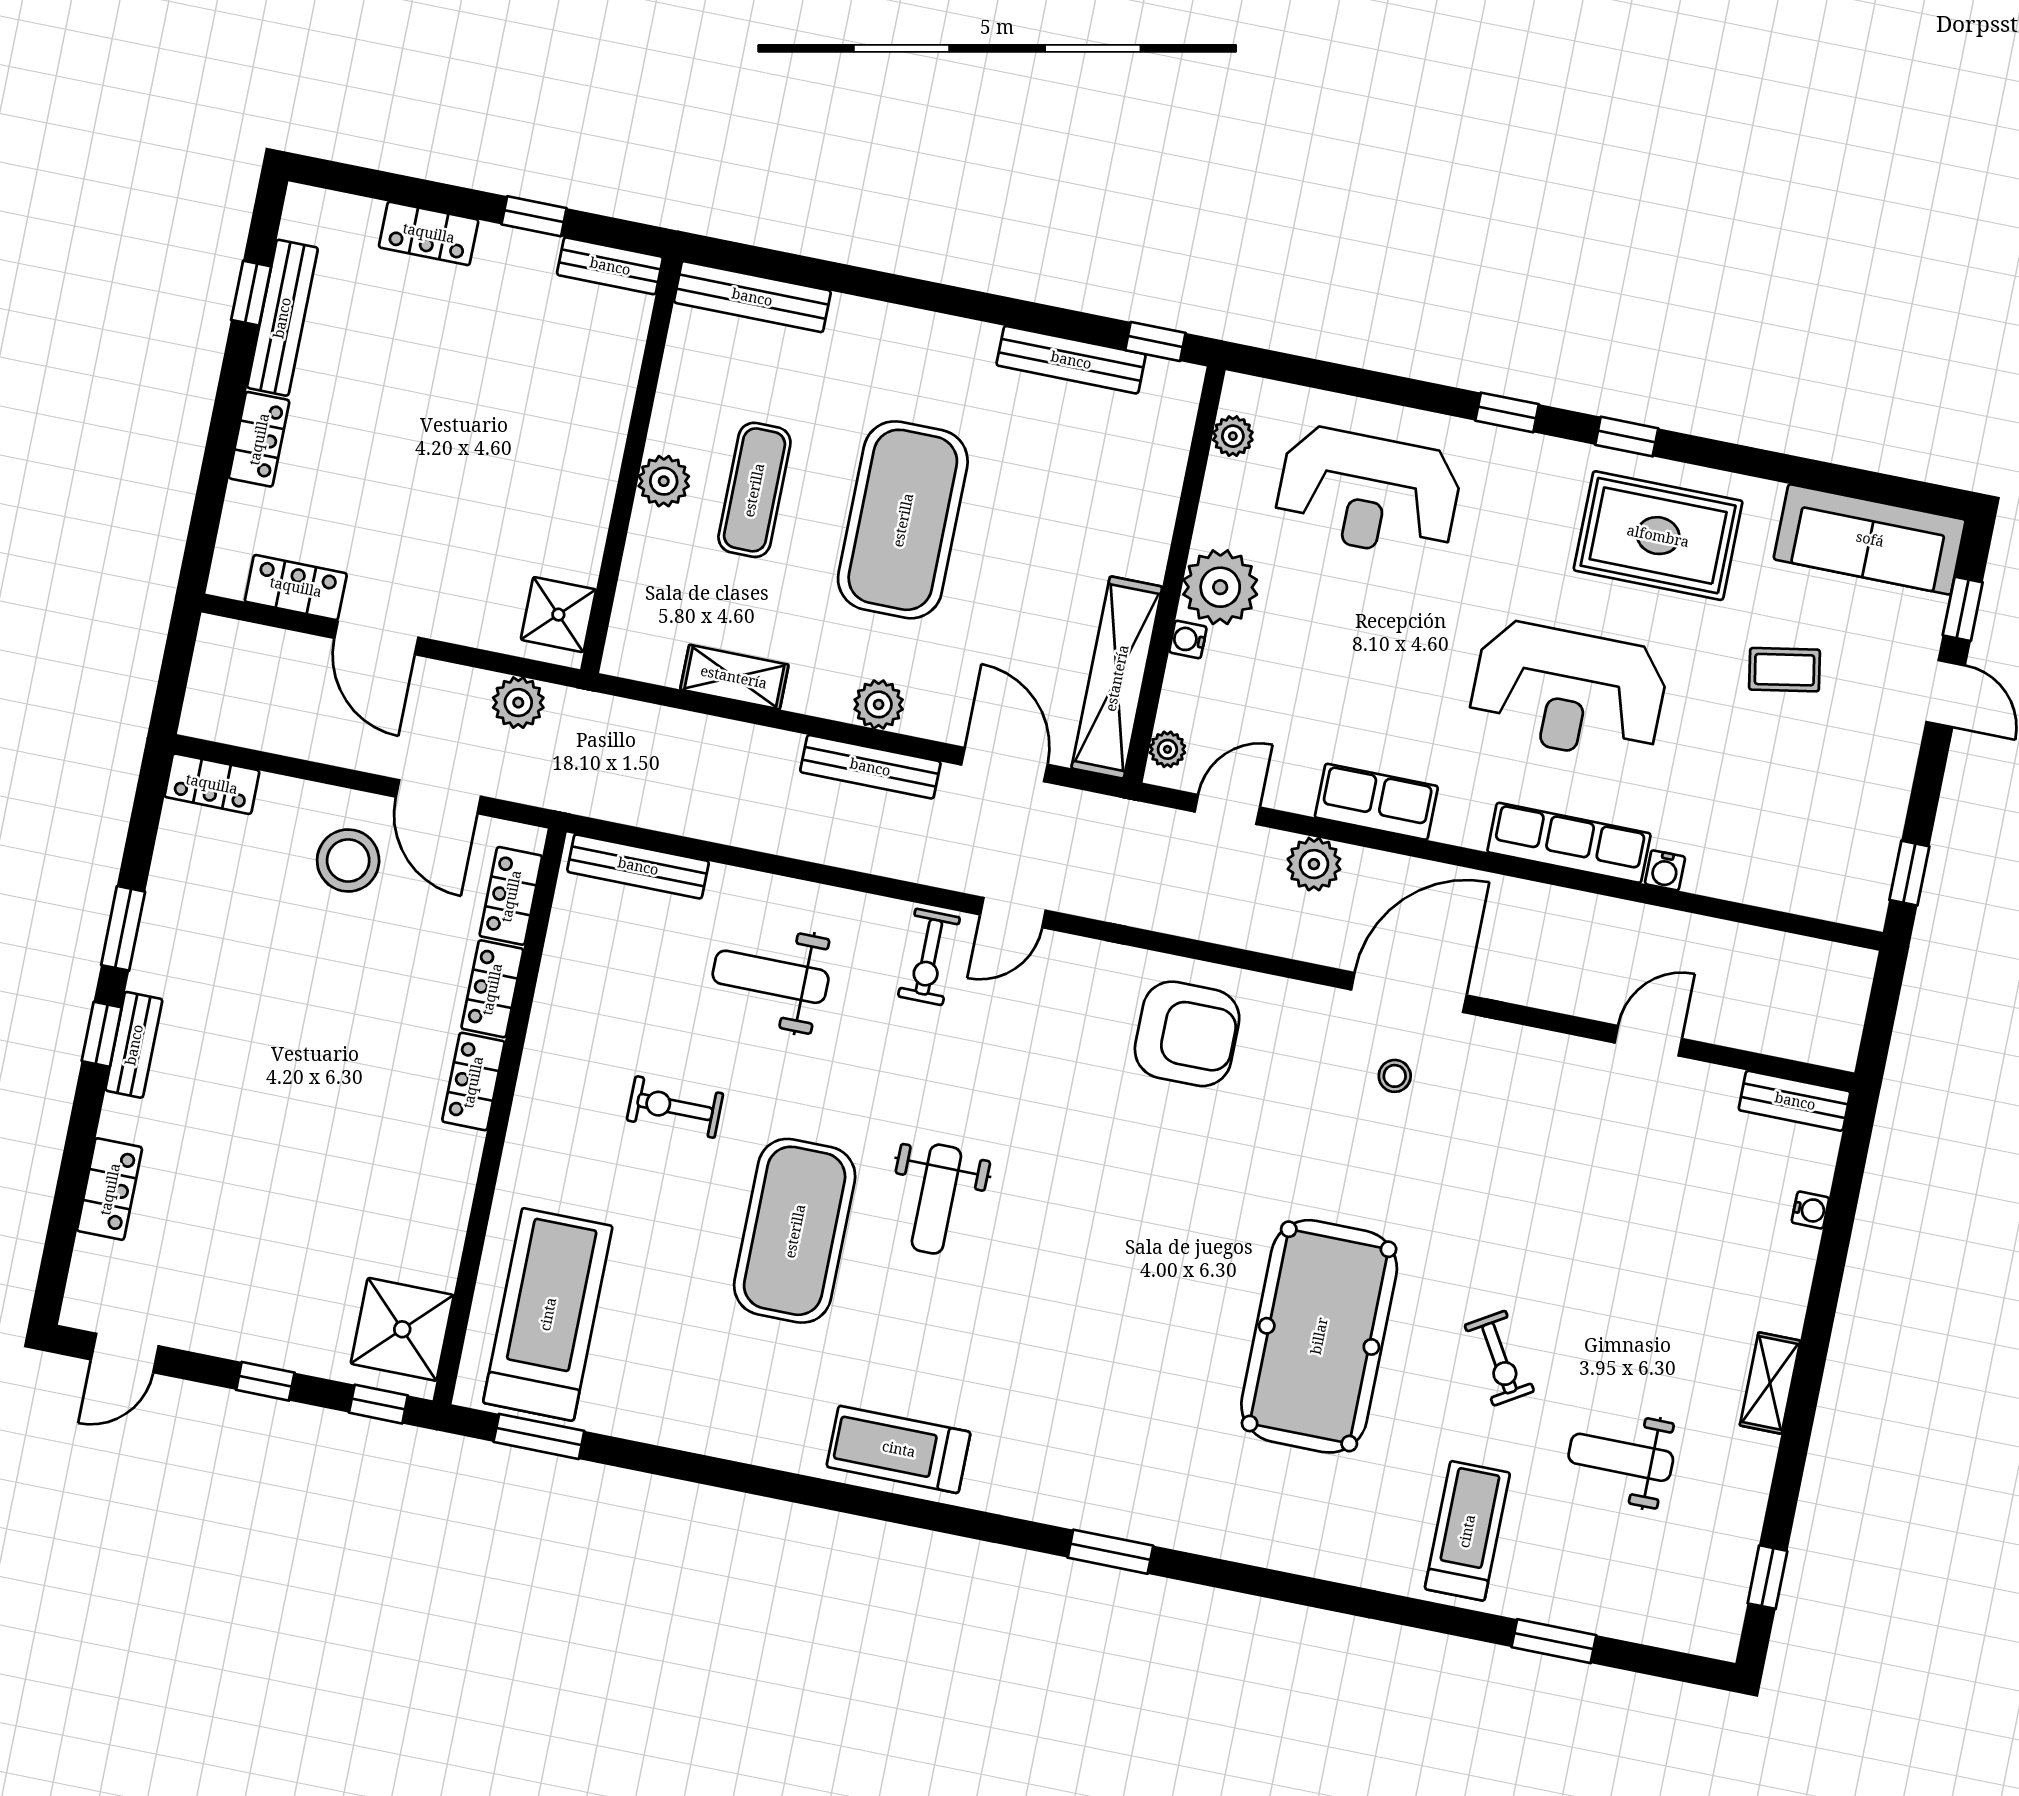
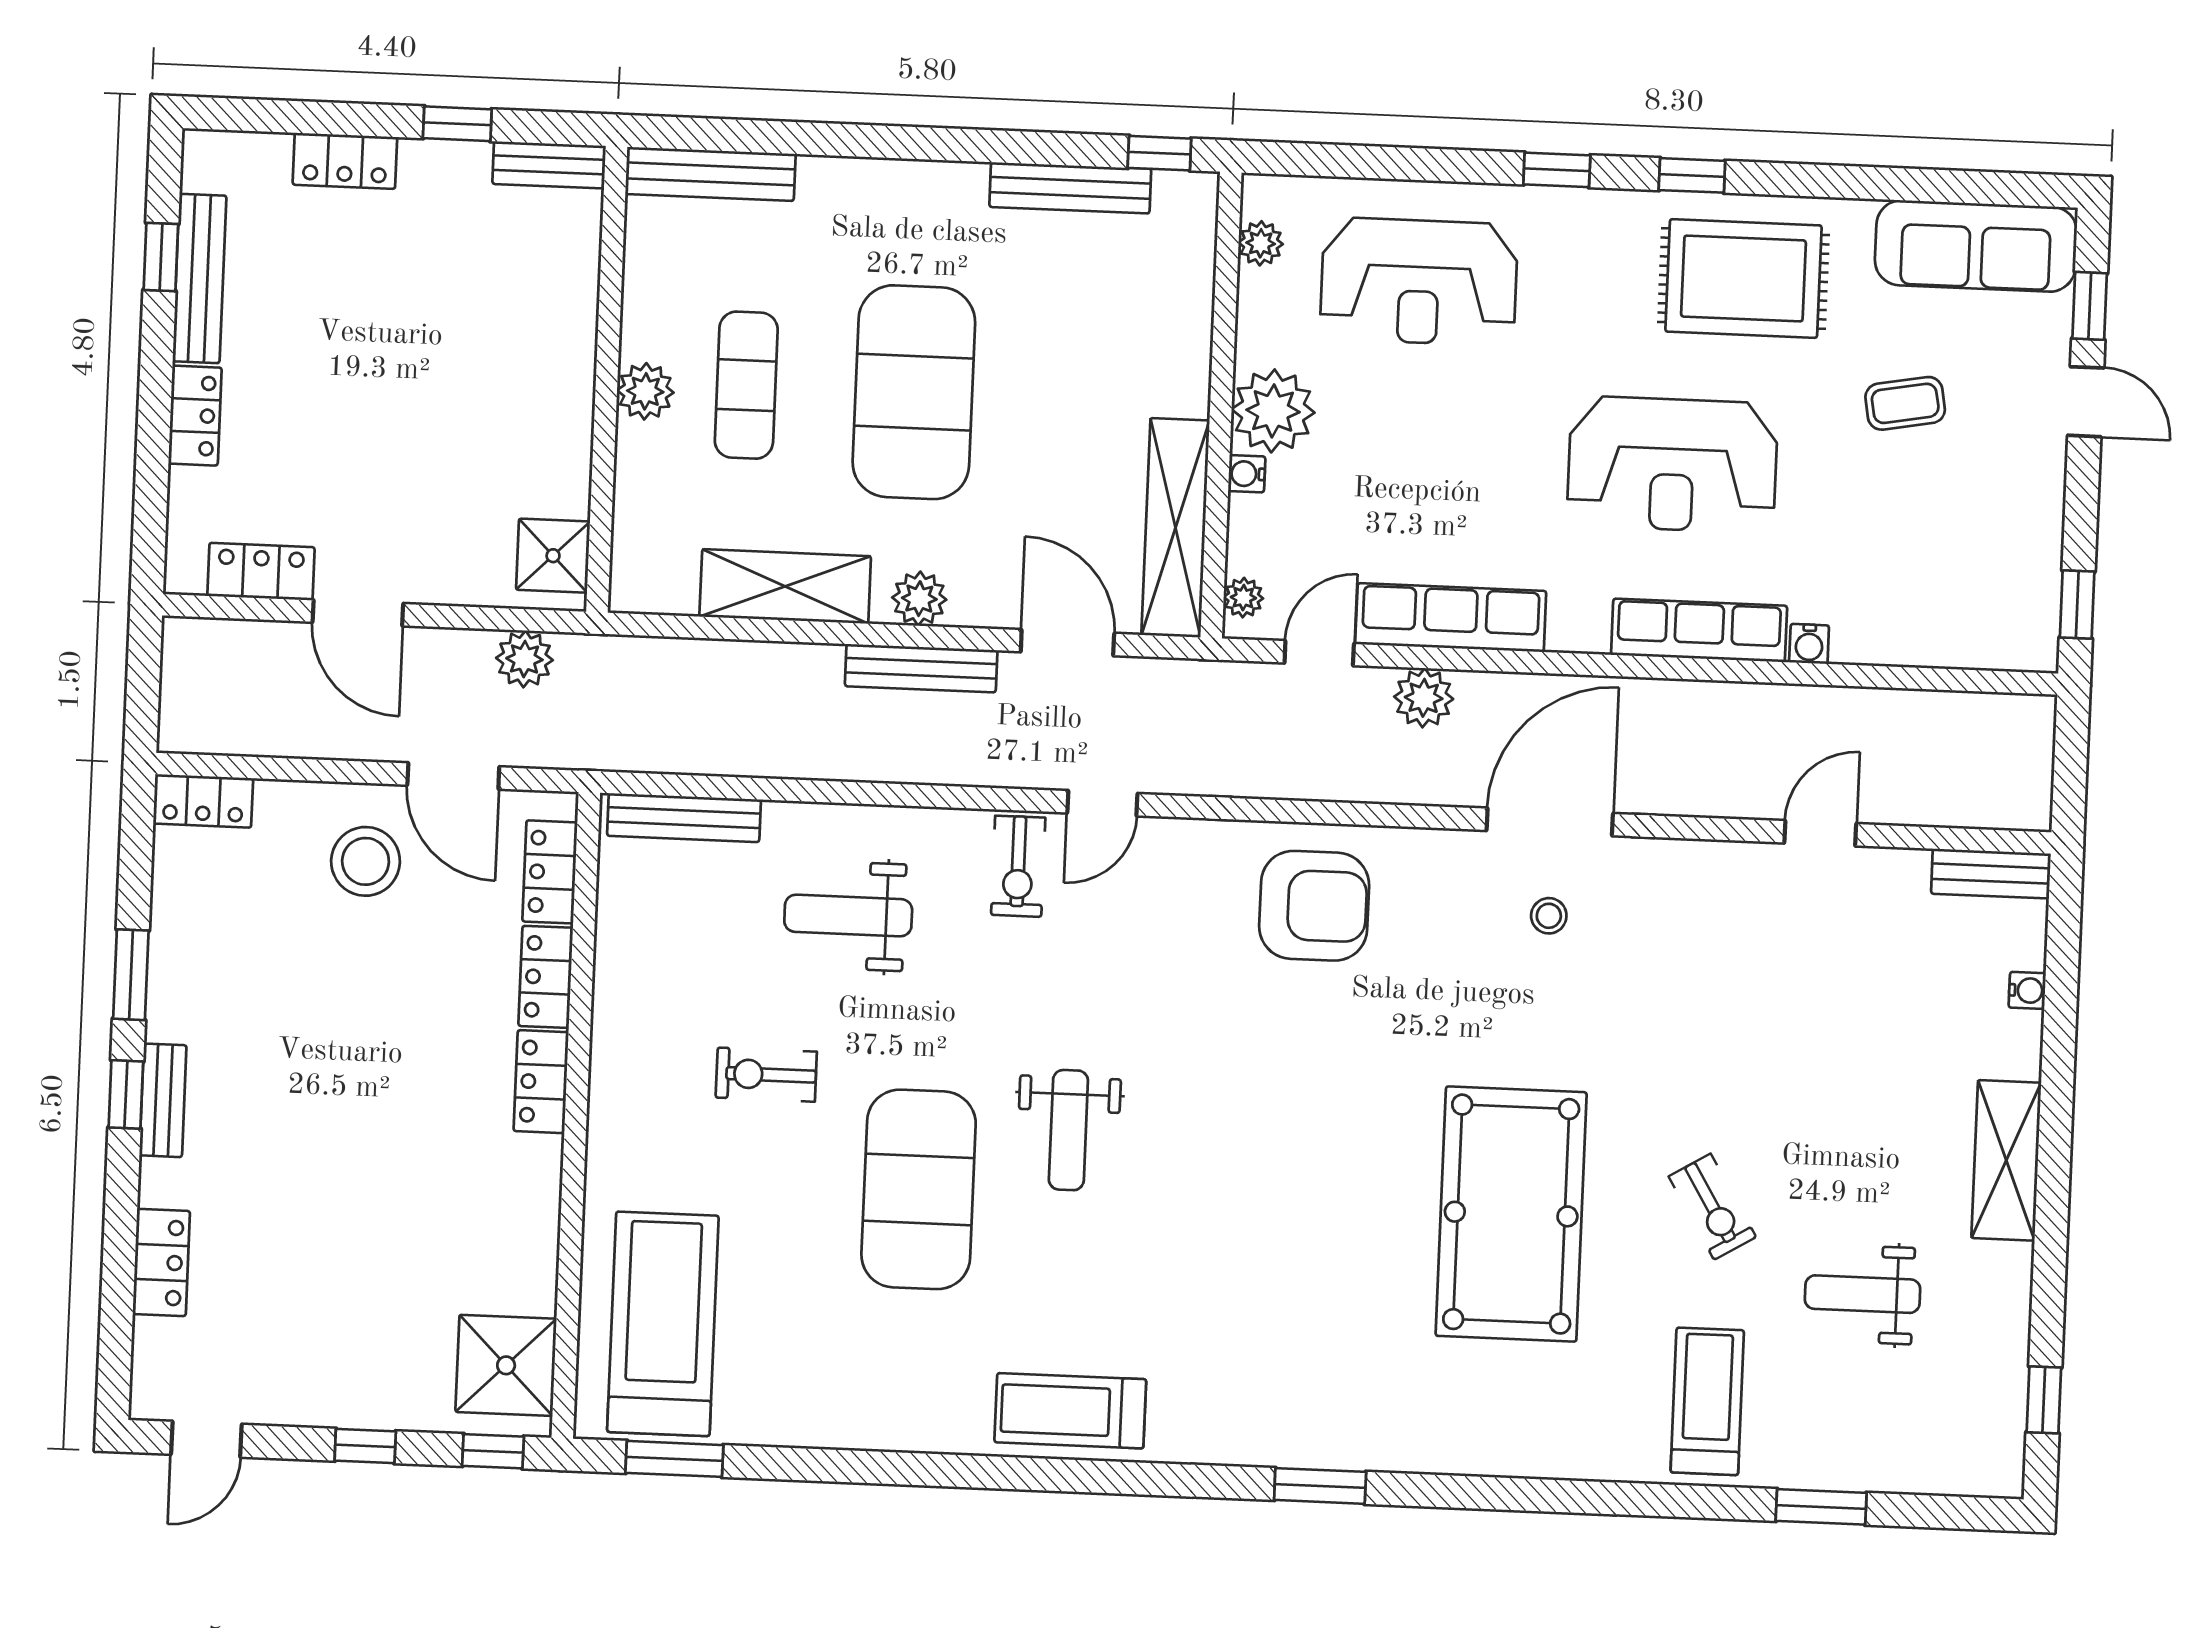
shelving: (734, 677) -> (785, 586), width x1.50, depth x1.33
row of seats: (1376, 802) -> (1451, 618), width x1.48
shelving: (1770, 1383) -> (2006, 1160), width x1.50, depth x1.33

